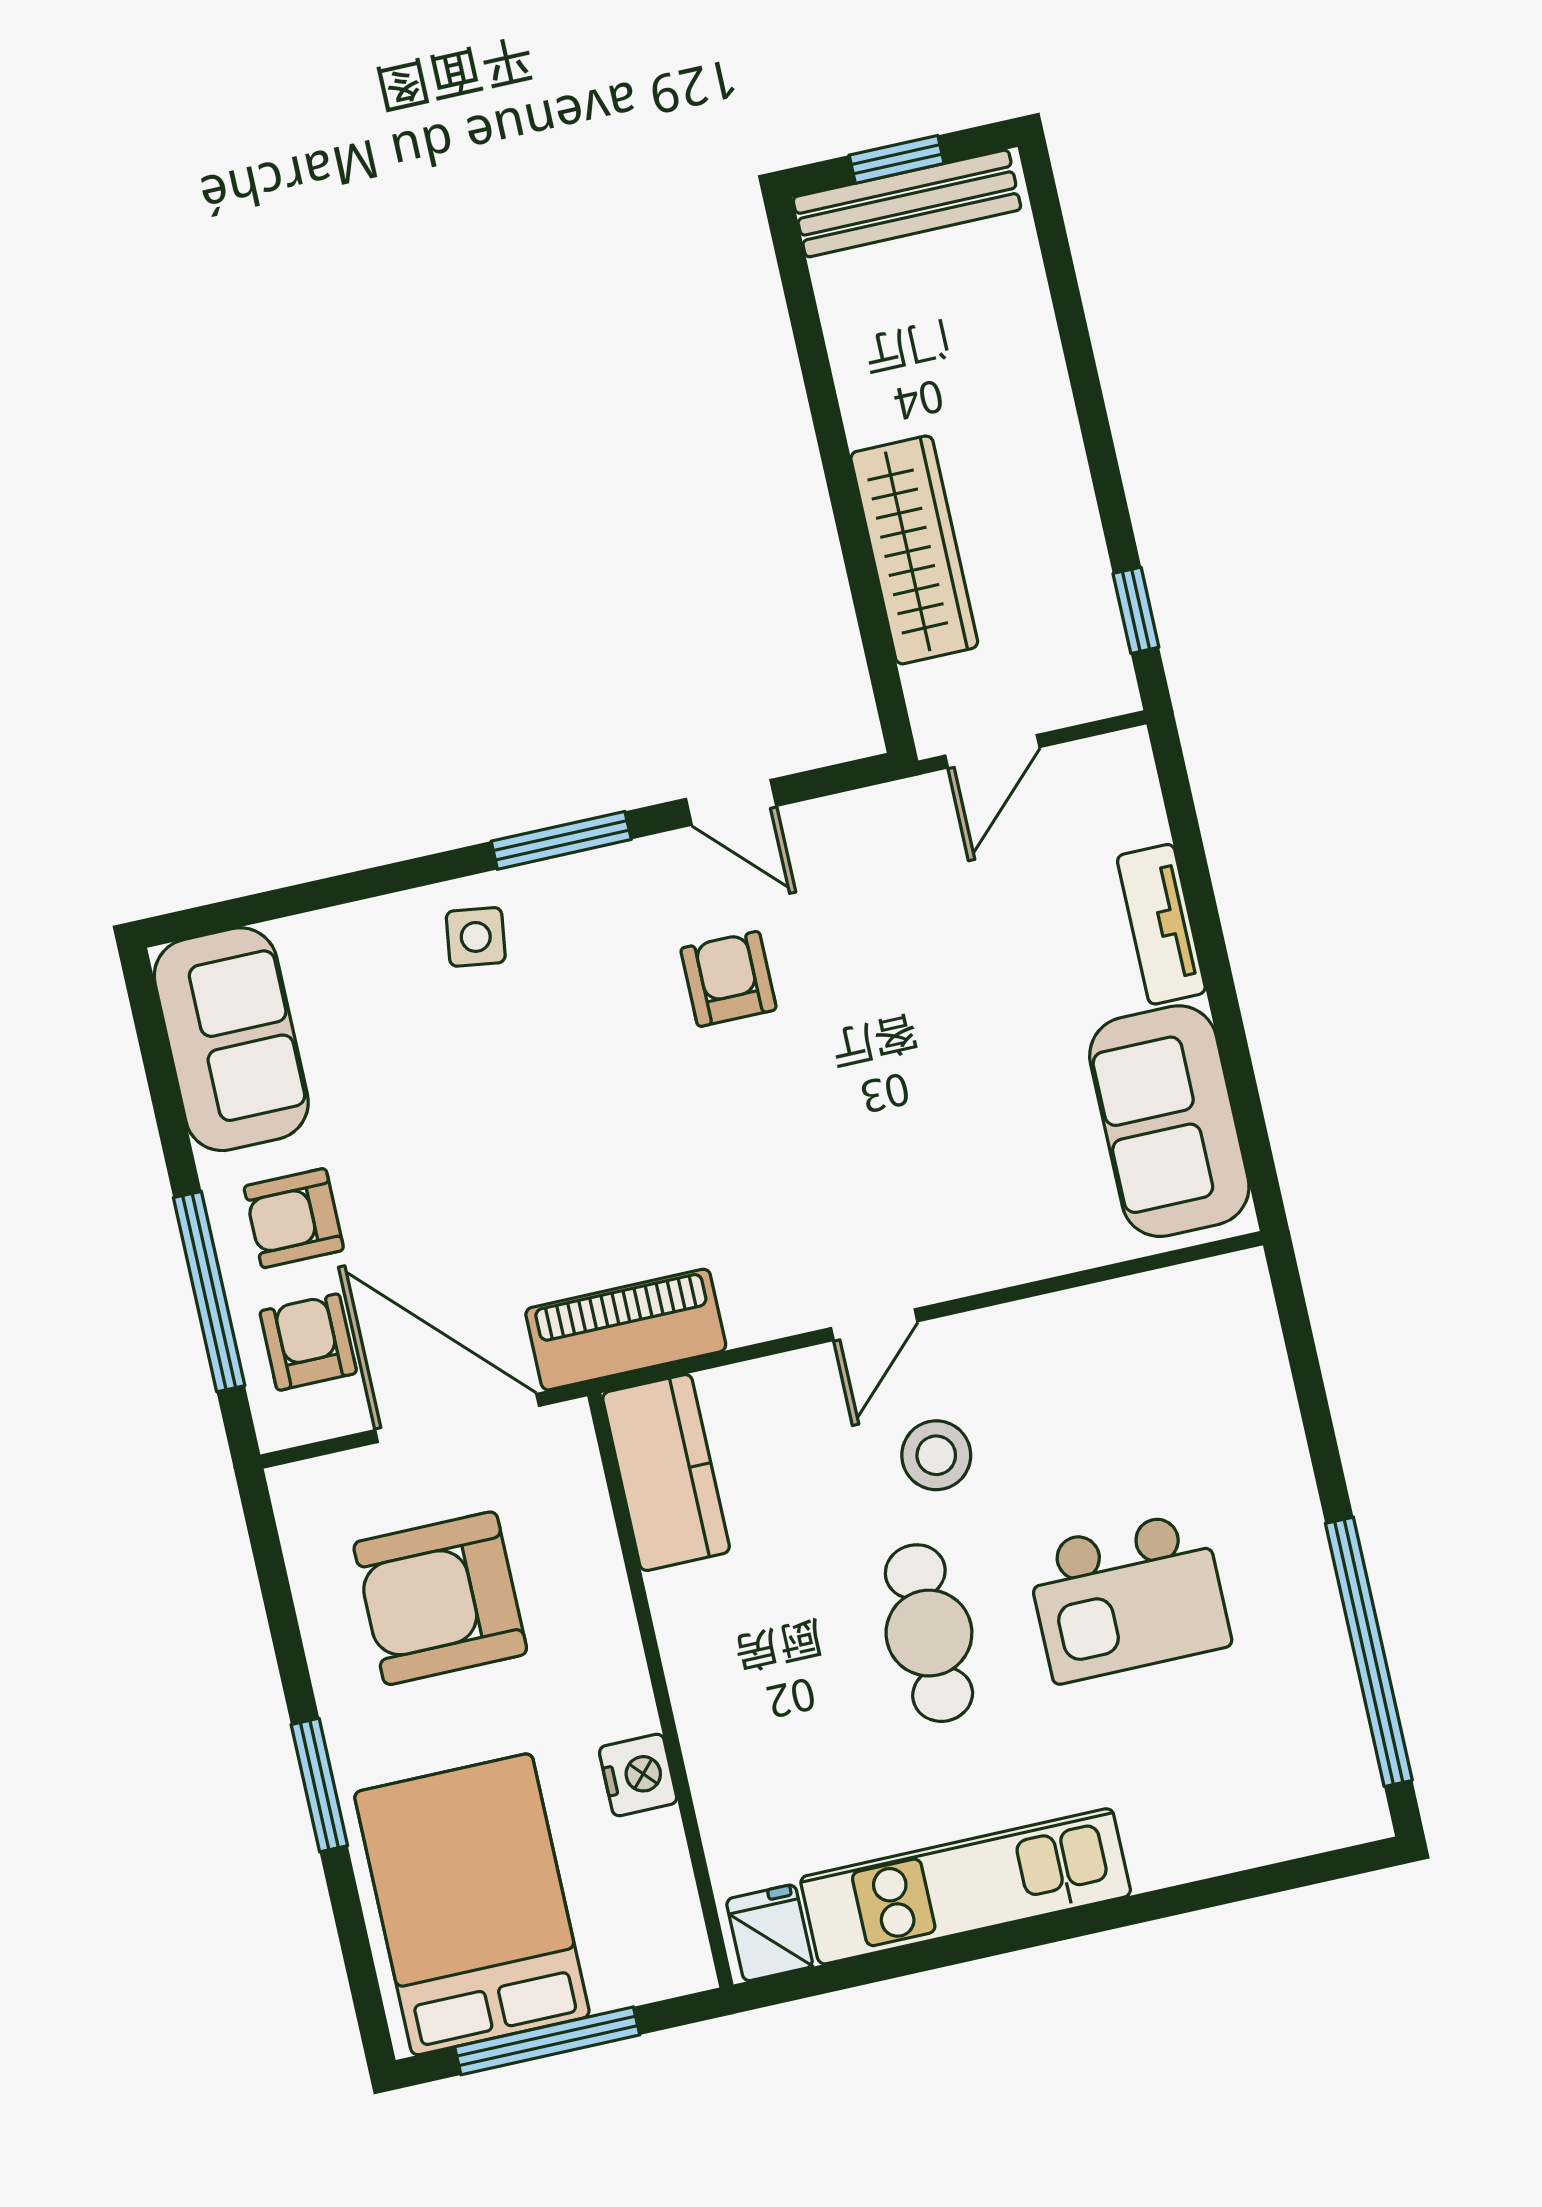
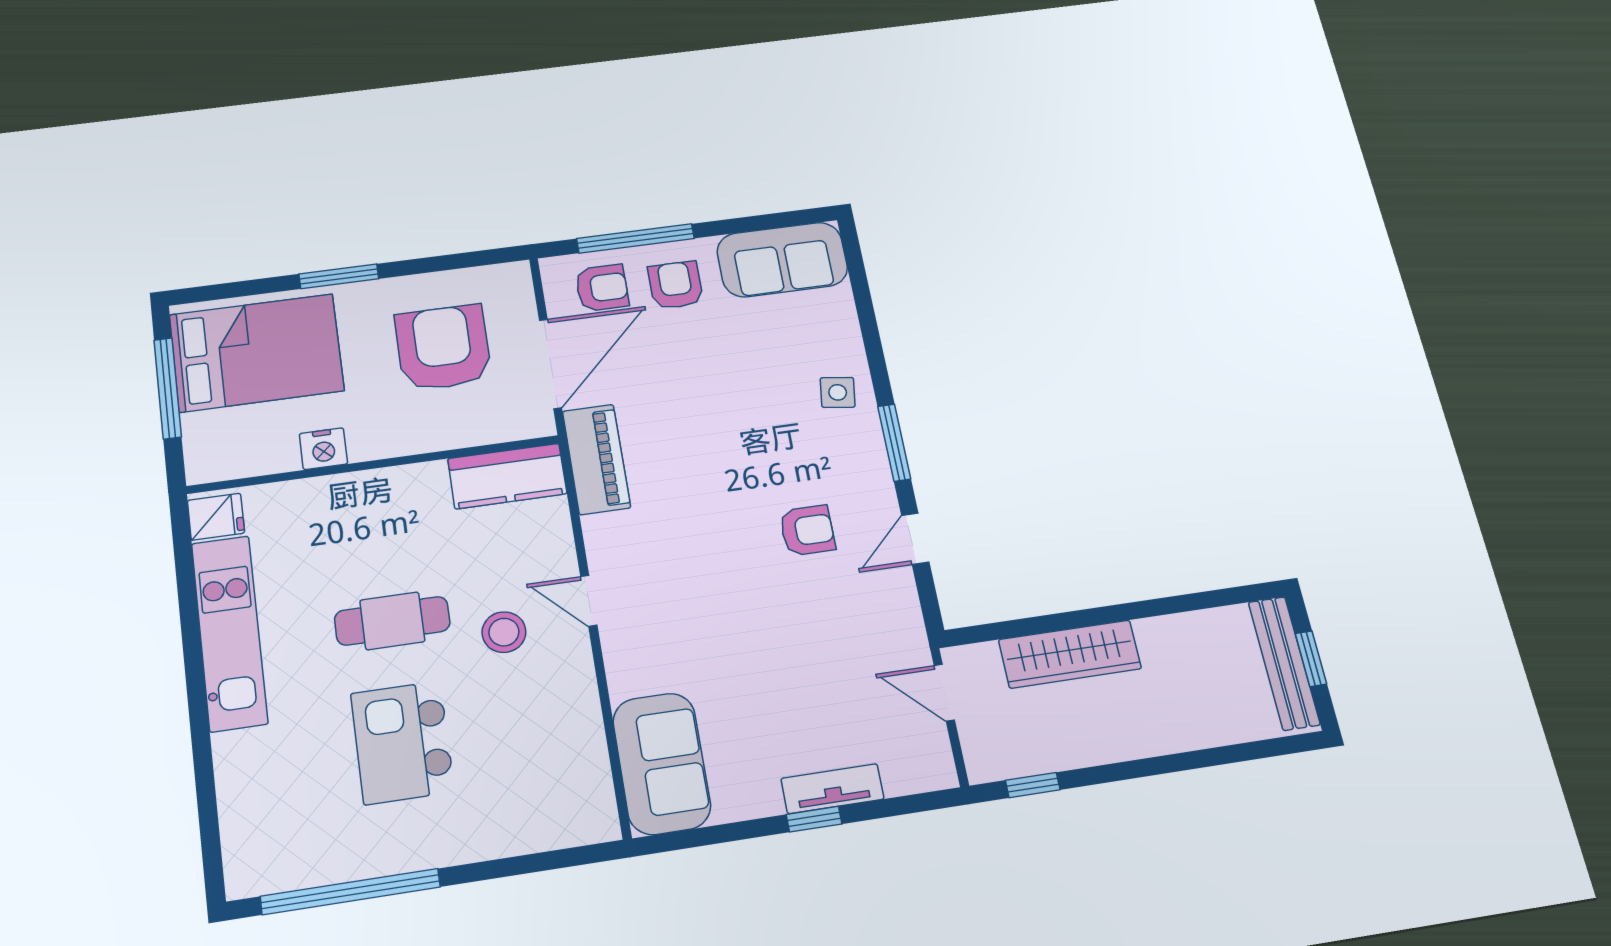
window: (1212, 951) -> (814, 819), added
sofa: (1169, 1121) -> (662, 763), moved, turned 90

